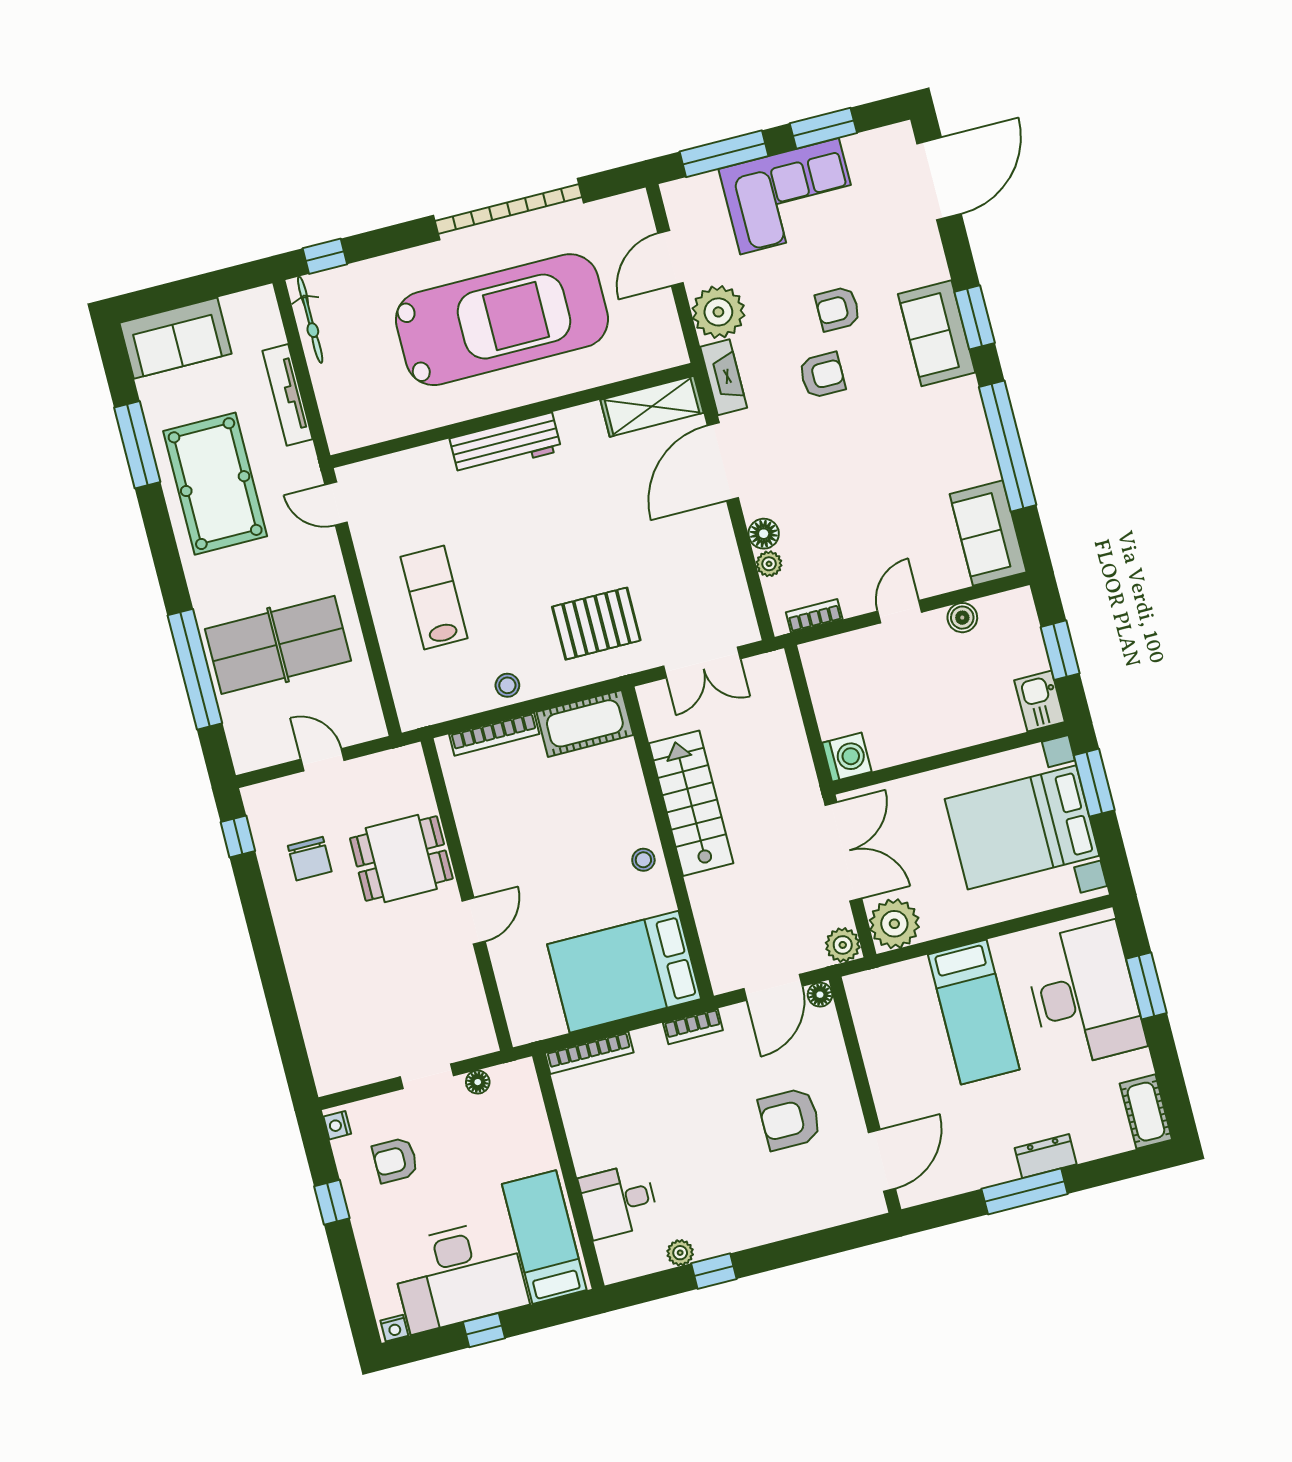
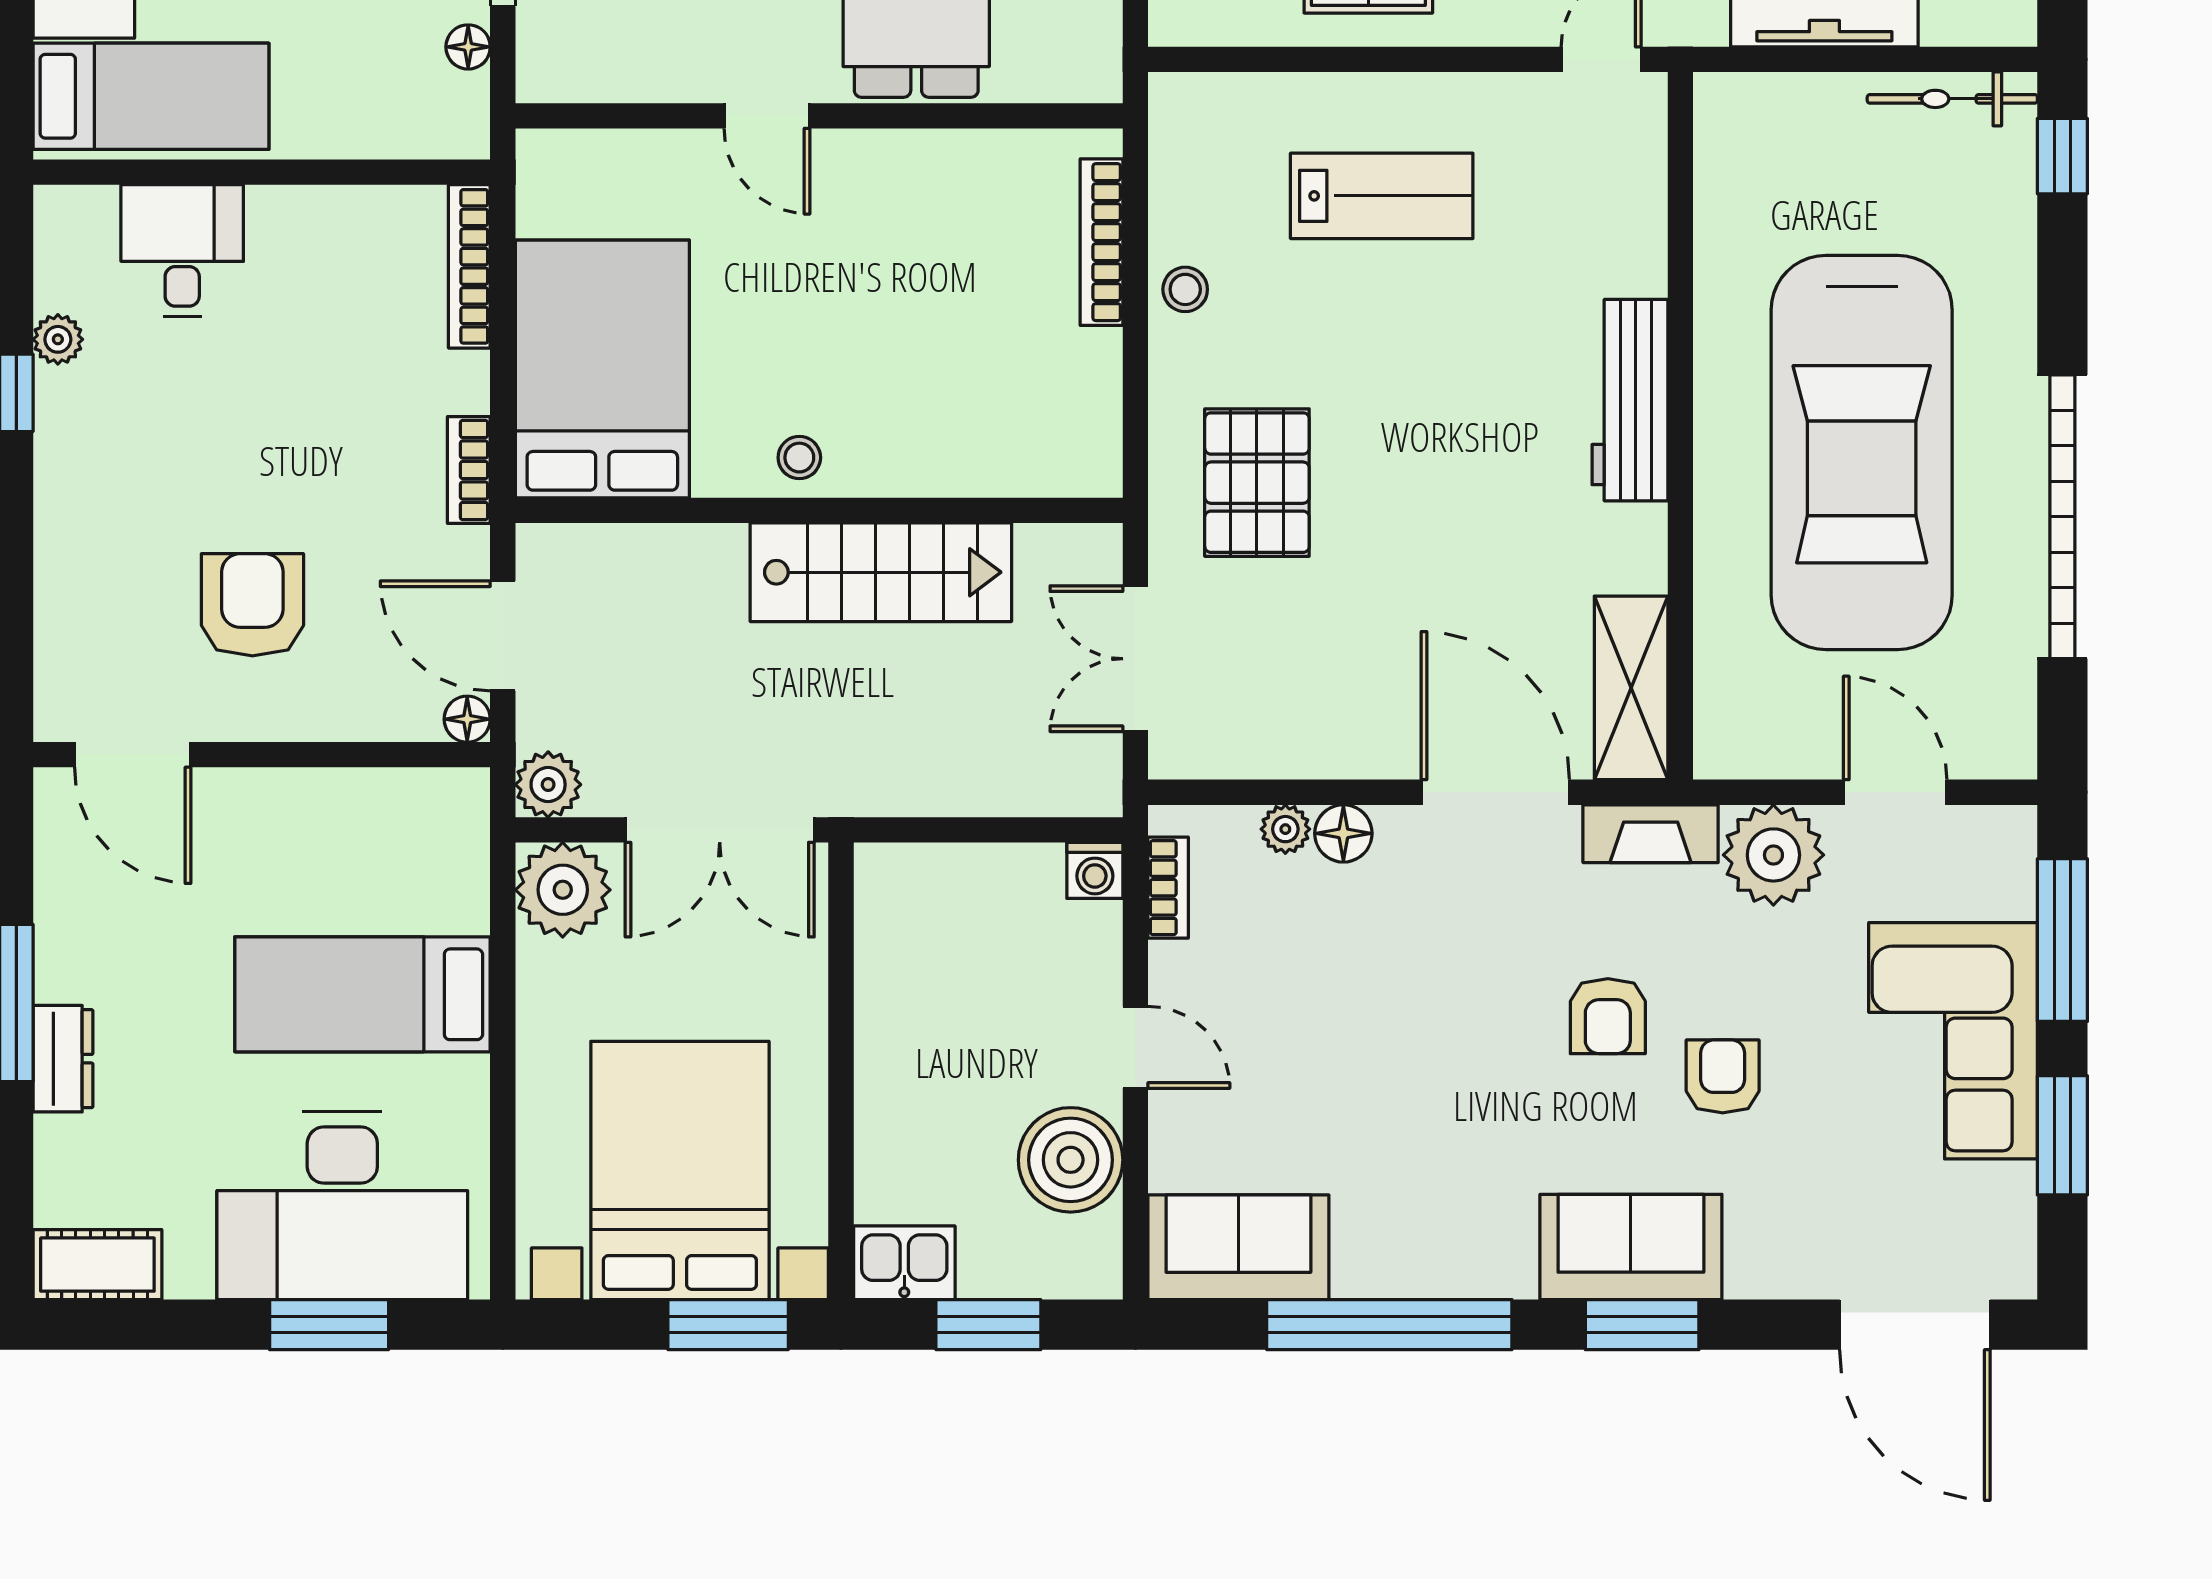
boiler: (962, 618) -> (1071, 1160), width x1.86, depth x1.86
cot: (585, 723) -> (1078, 414), removed
washing machine: (847, 757) -> (1095, 870), moved, width x0.73, depth x0.73

